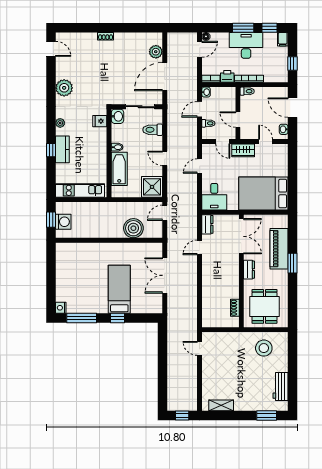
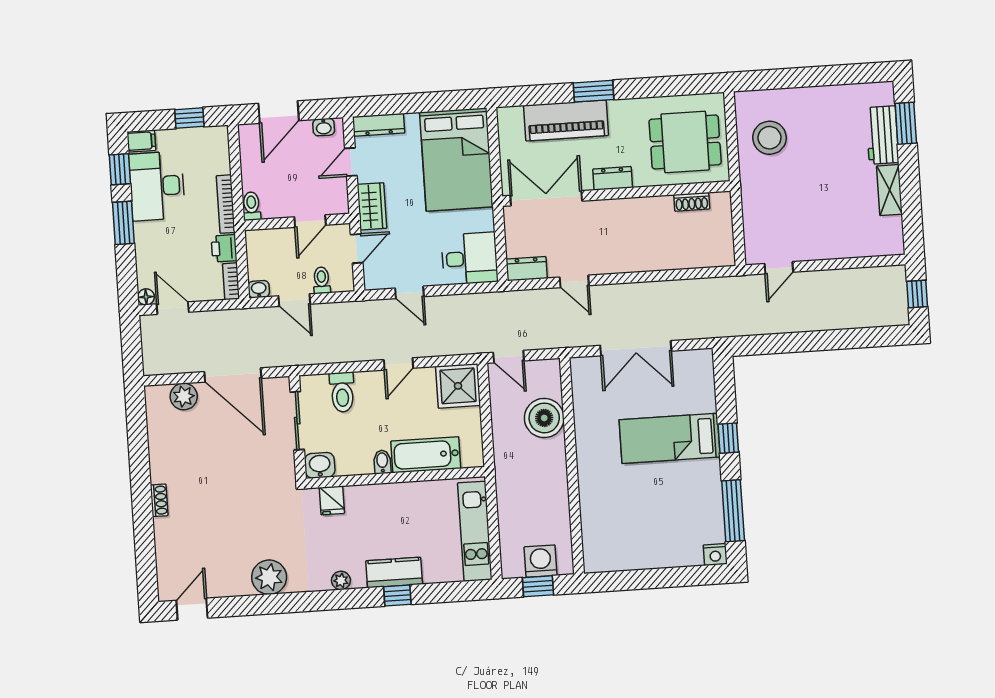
desk: (246, 45) -> (157, 186), moved
dresser: (283, 156) -> (379, 125), added
workbench: (281, 387) -> (882, 135), moved, turned 90
shelving: (221, 405) -> (890, 190), moved

